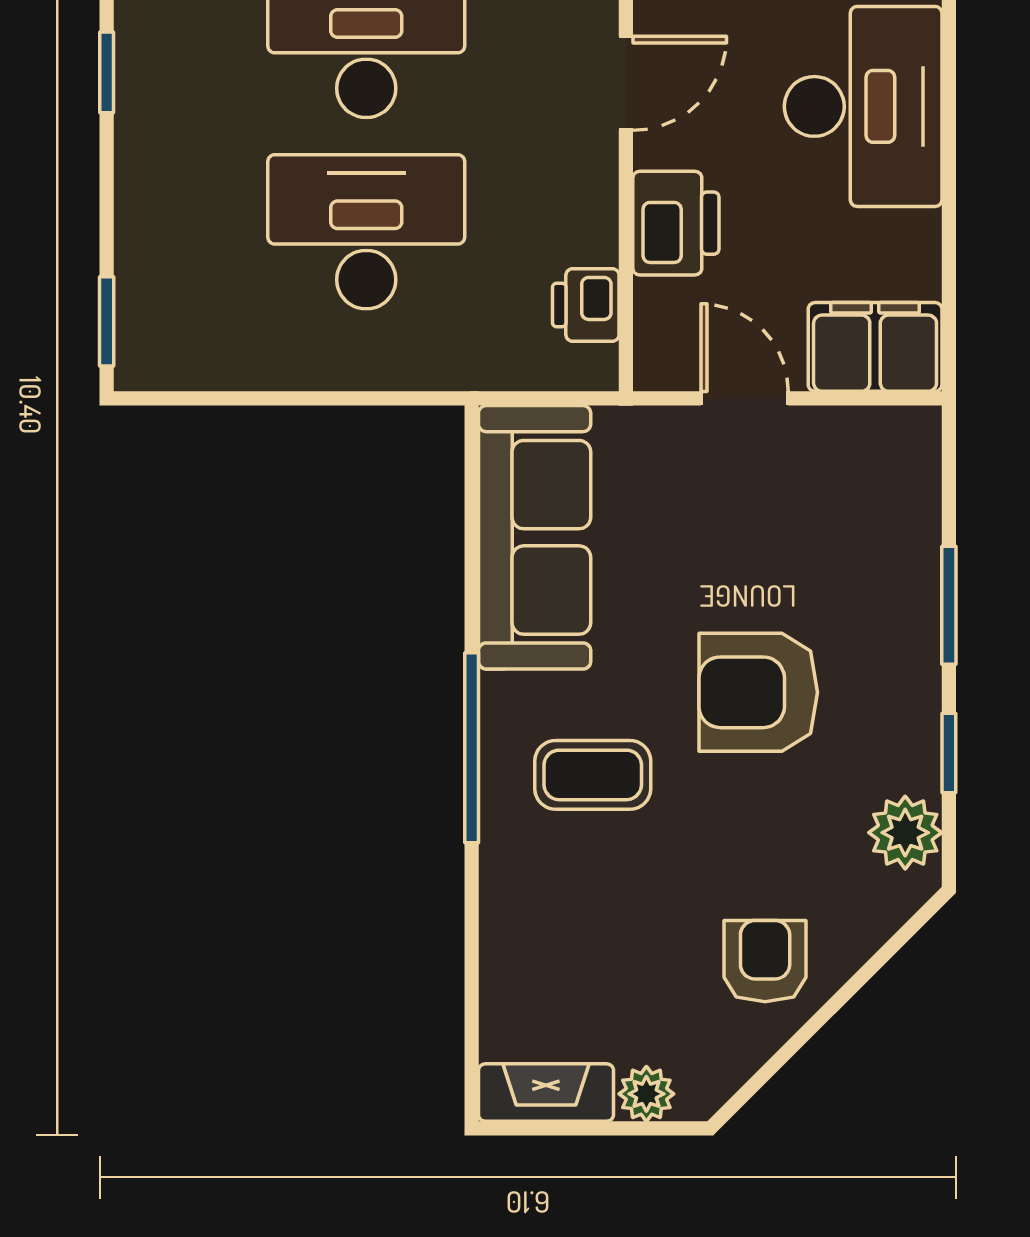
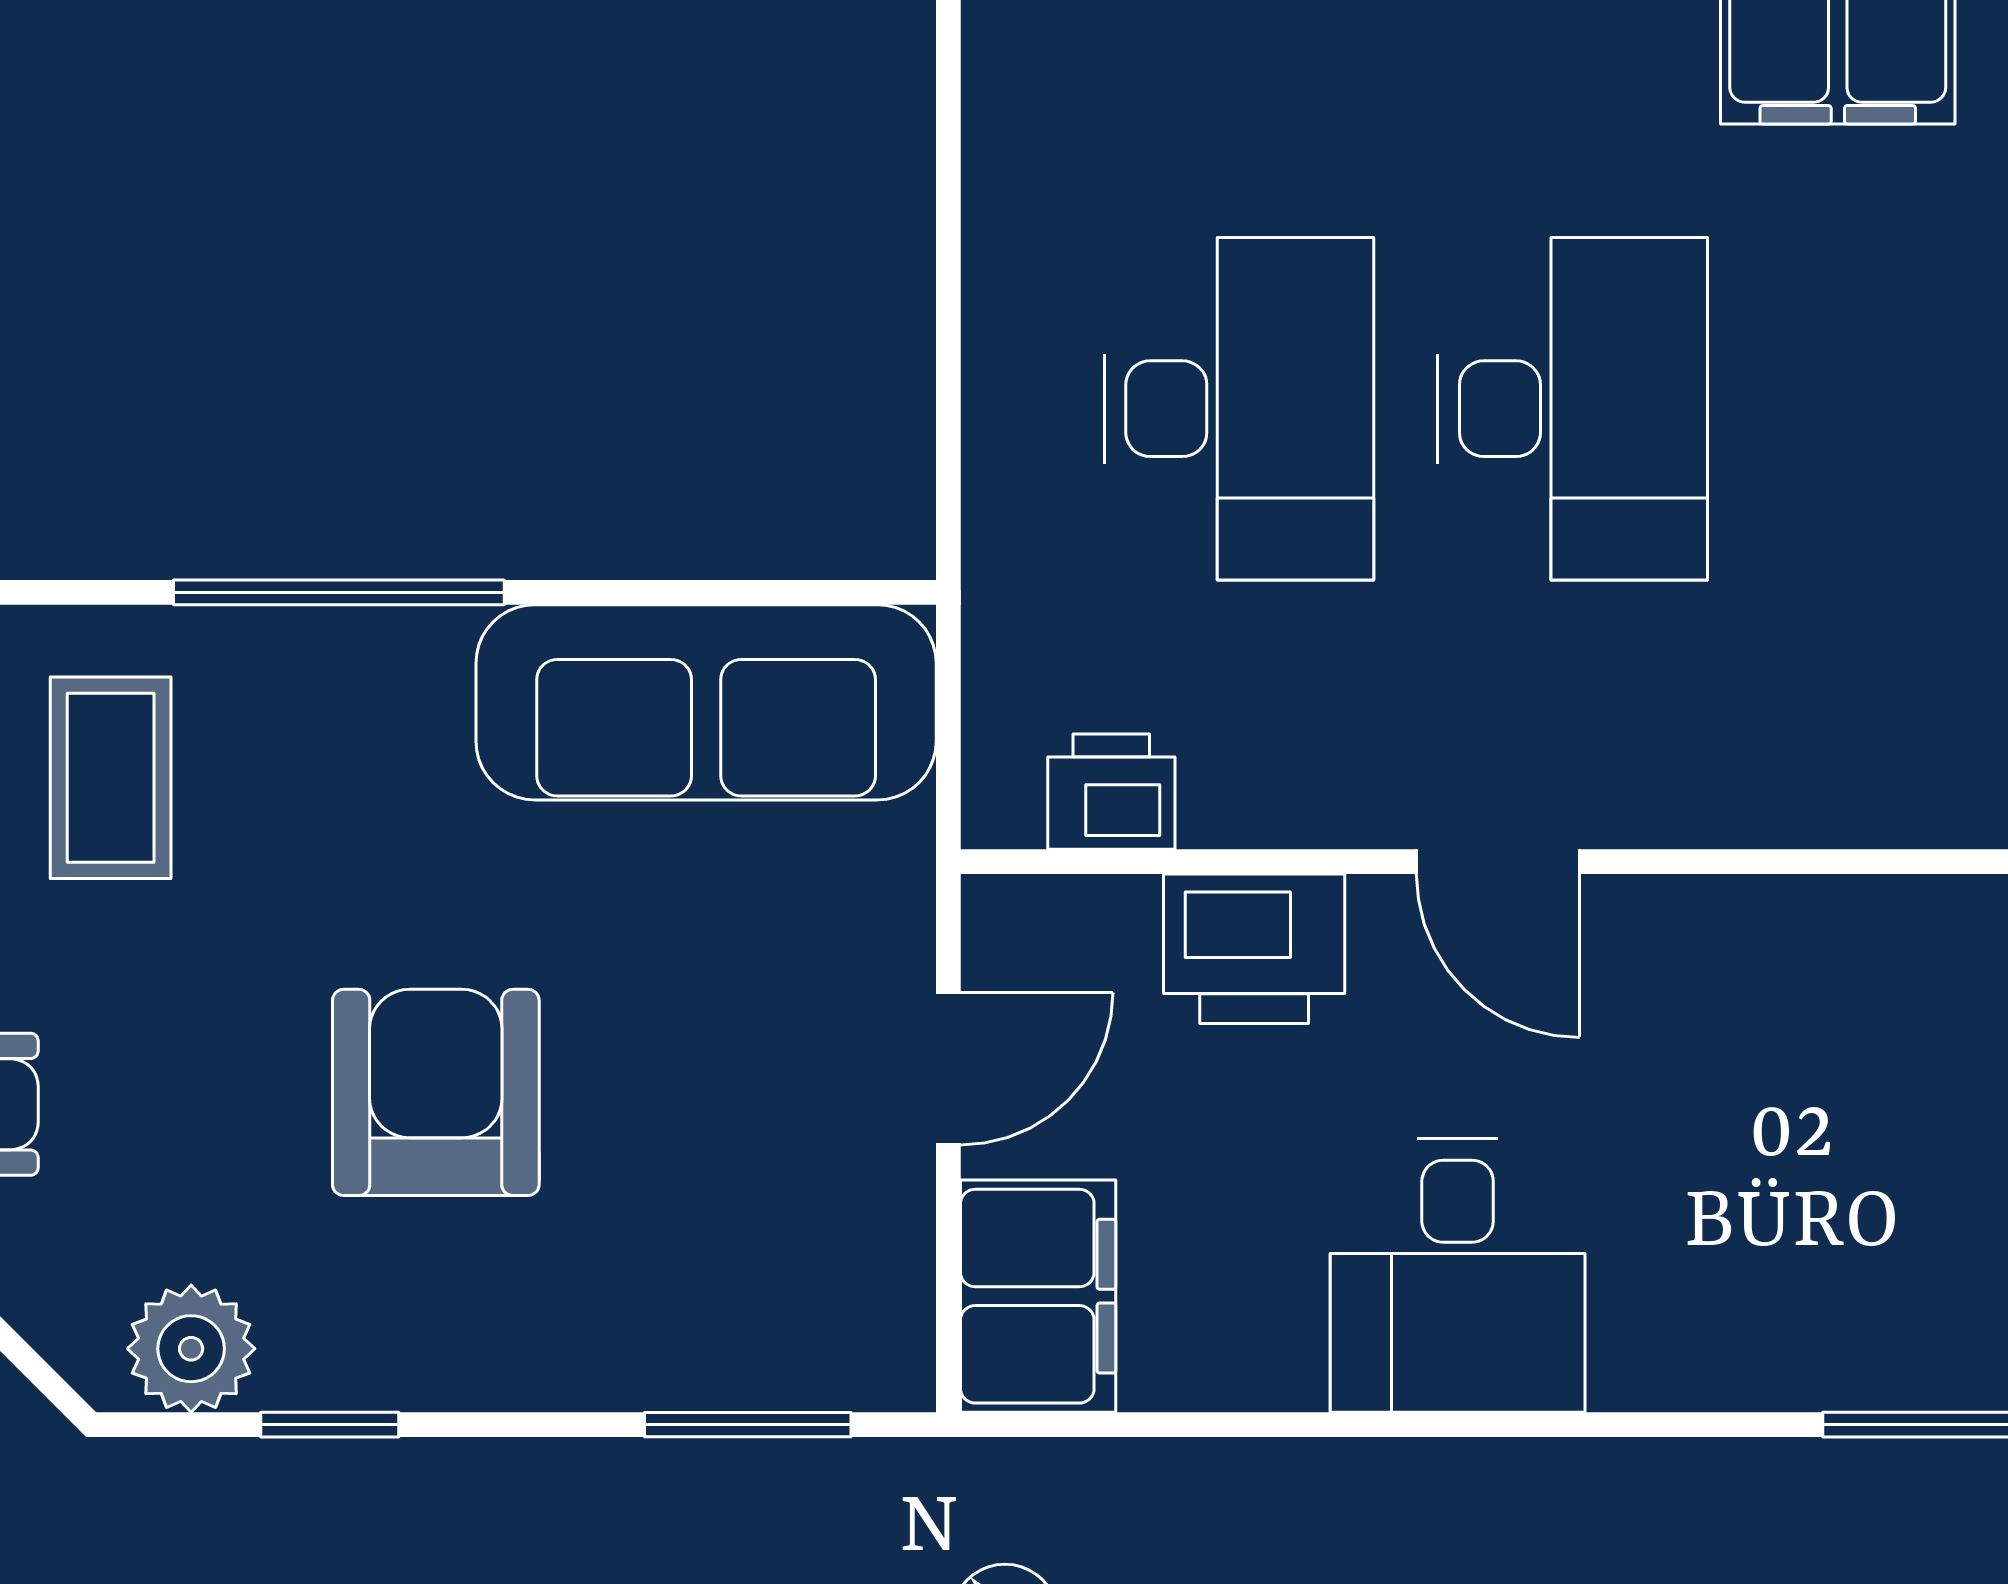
desk: (863, 106) -> (1458, 1275), width x0.73
window: (949, 605) -> (748, 1425), moved
coffee table: (593, 775) -> (111, 778), moved

